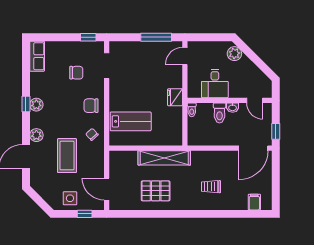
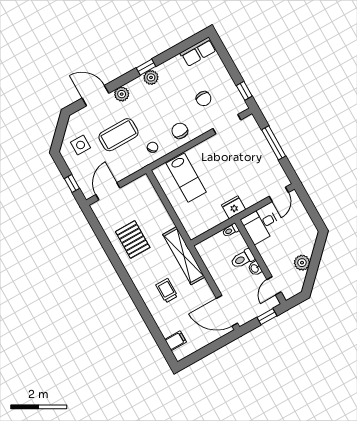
window: (156, 37) -> (274, 143), moved
plant: (234, 54) -> (302, 263), moved
door: (185, 56) -> (279, 194), swing flipped
desk: (215, 84) -> (261, 225), moved
window: (276, 131) -> (267, 317), moved
shelving: (164, 158) -> (184, 256), moved
side table: (70, 198) -> (81, 145), moved

